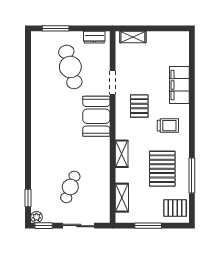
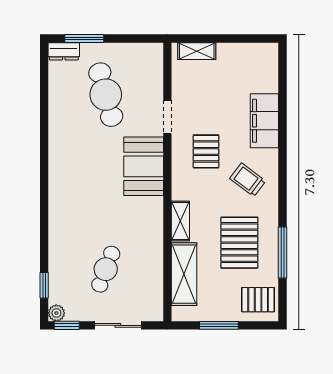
dresser: (94, 37) -> (64, 51), moved
trolley: (168, 126) -> (248, 180), turned -143
shelving: (122, 198) -> (184, 274), width x1.50, depth x1.33

